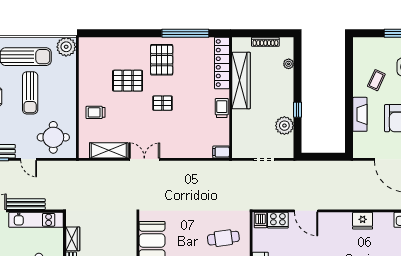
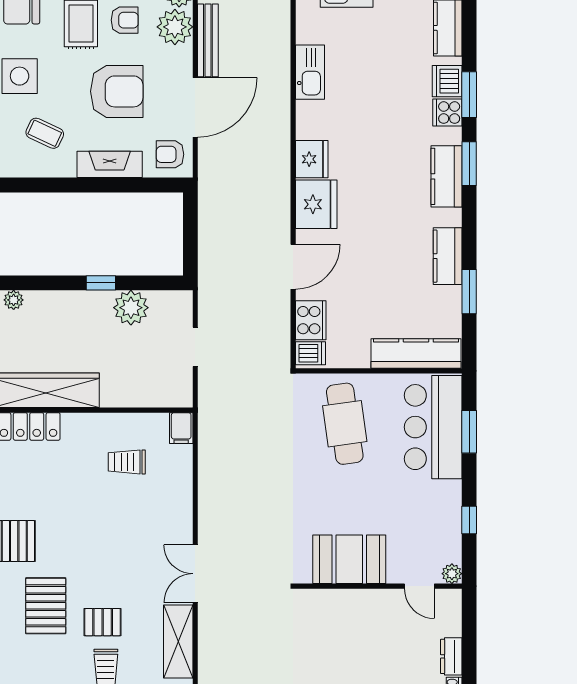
pallet: (163, 103) -> (103, 622), moved, turned 90
trolley: (222, 108) -> (127, 462), moved
armchair: (365, 146) -> (170, 154), added
fridge: (339, 223) -> (316, 204), added
cafe table: (223, 238) -> (345, 424), width x1.37, depth x1.35

